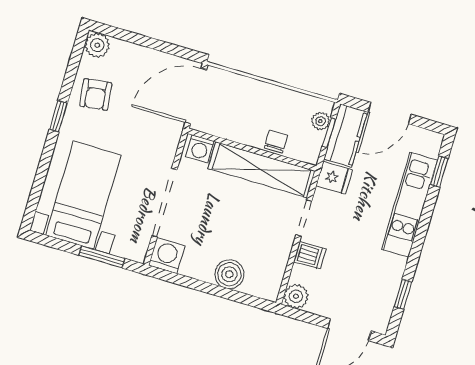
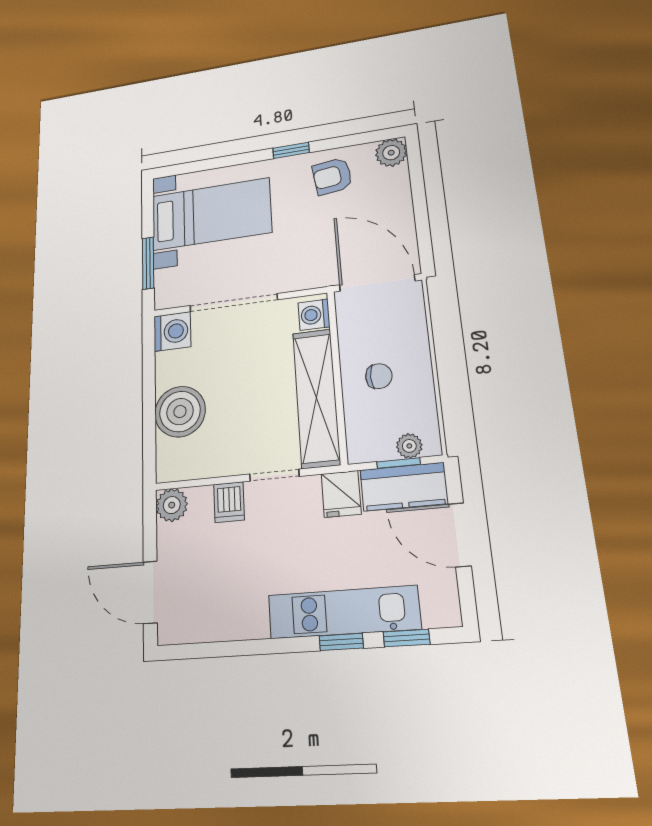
chair: (276, 142) -> (379, 376), moved
boiler: (229, 274) -> (180, 412), width x1.37, depth x1.37
window: (403, 294) -> (341, 642), moved

